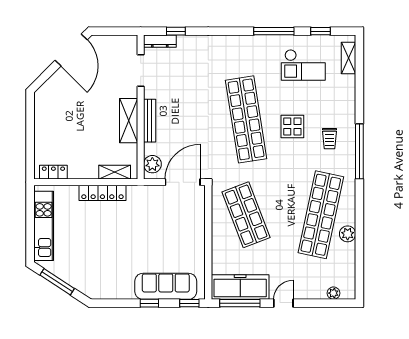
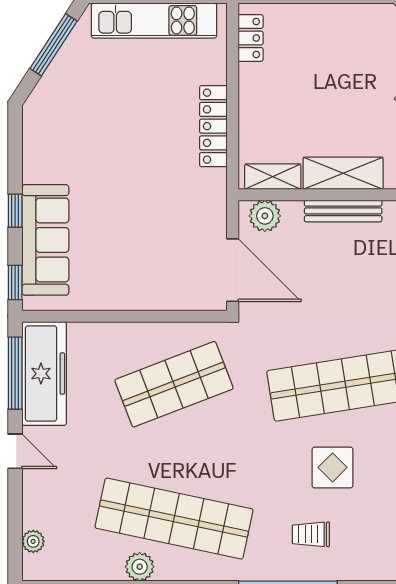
shelving: (115, 172) -> (273, 177), moved, turned 90

